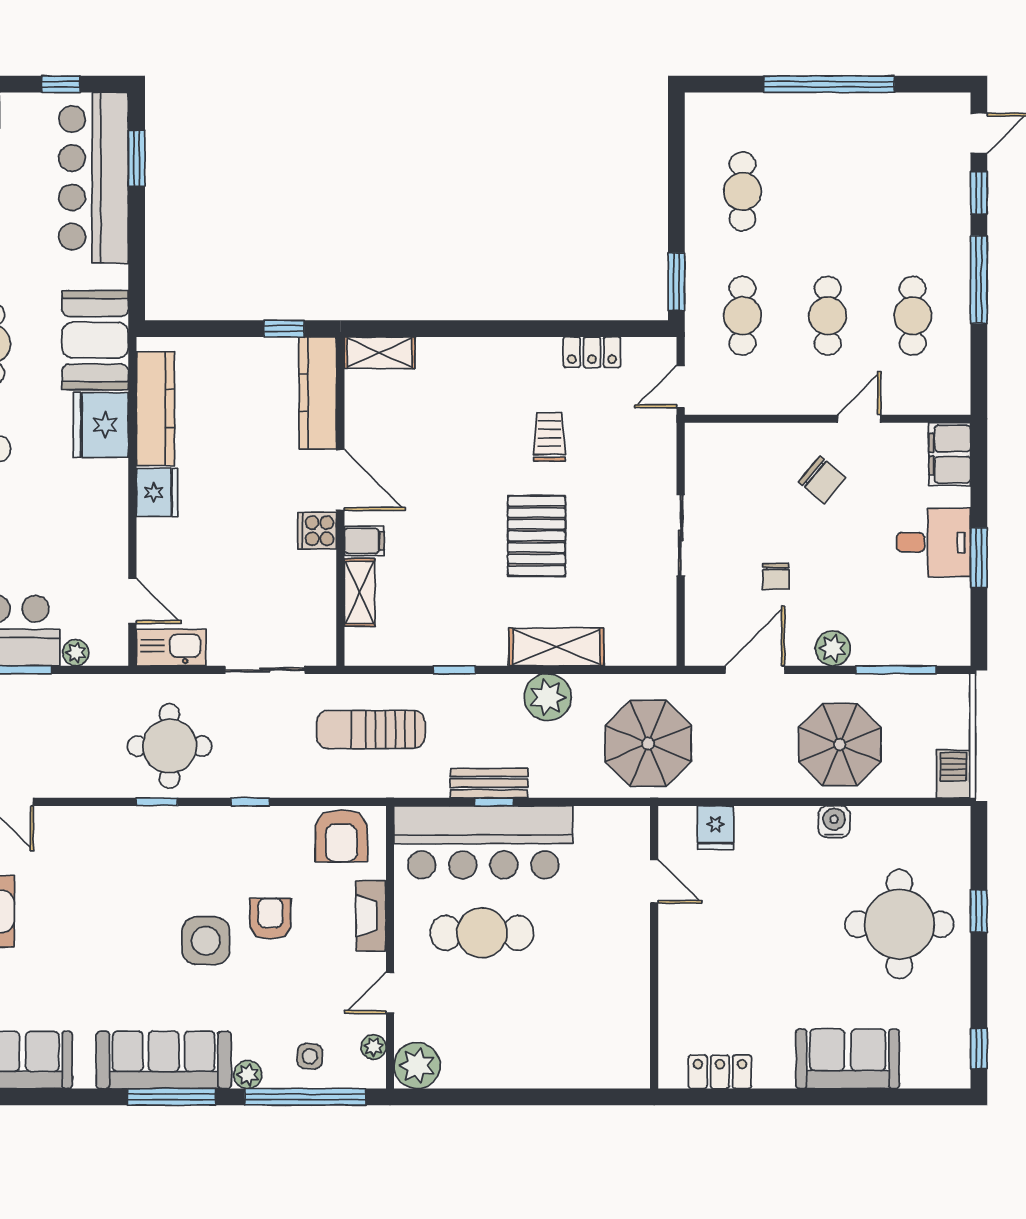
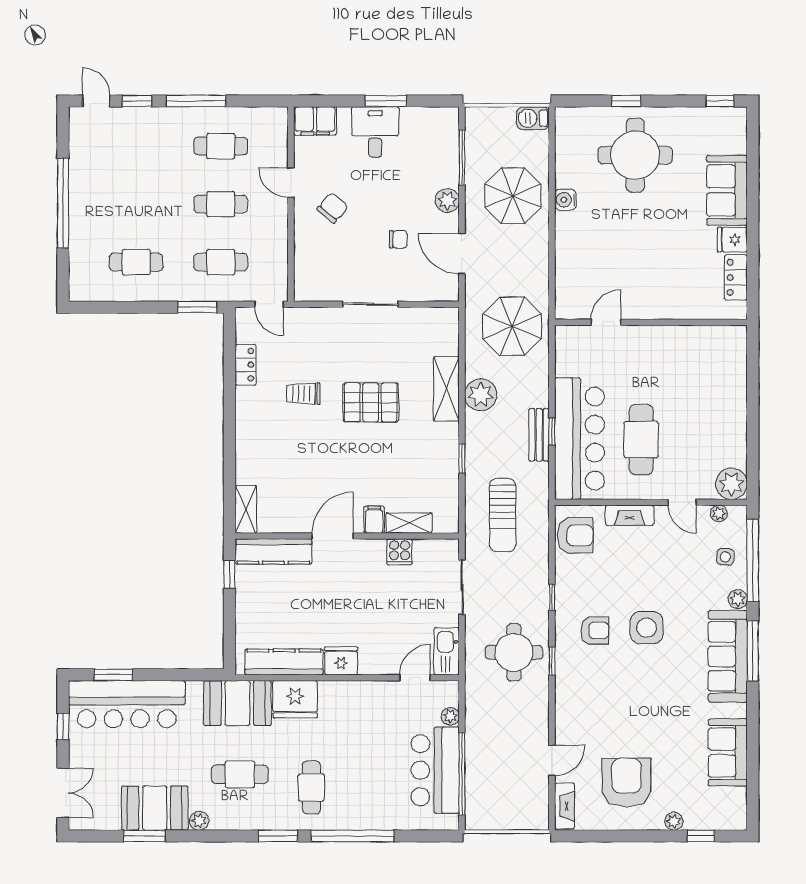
cooker: (317, 531) -> (400, 552), moved
fridge: (716, 828) -> (732, 240), moved, turned 180
armchair: (270, 919) -> (595, 630), moved, turned 180

